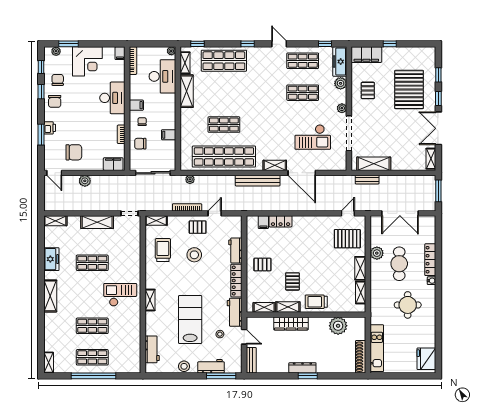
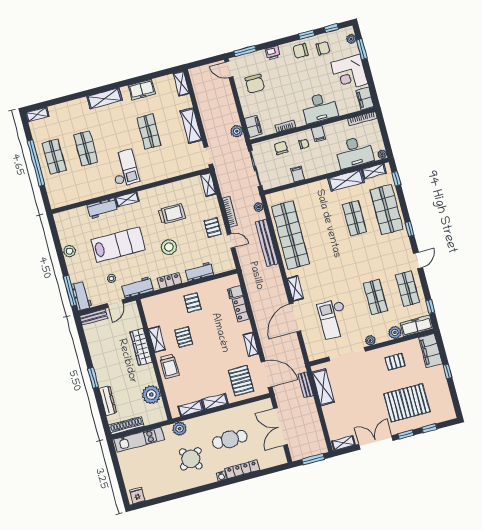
filing cabinet: (120, 53) -> (365, 99), width x2.00
shop shelf: (224, 125) -> (354, 218), moved
window: (41, 135) -> (245, 51), moved
door: (54, 173) -> (229, 69), hinge flipped
plant: (85, 181) -> (237, 131), moved
bench: (258, 181) -> (267, 243), moved
door: (348, 213) -> (267, 374), width x1.88
trolley: (163, 250) -> (172, 214), moved
plant: (377, 253) -> (180, 429), moved
stool: (194, 255) -> (169, 247), moved
locker: (236, 281) -> (170, 281), width x0.66
pallet: (292, 281) -> (184, 337), turned 90
trolley: (316, 302) -> (170, 366), turned 180
round table: (408, 305) -> (191, 459), turned -34
shelving: (264, 307) -> (251, 344), moved
workbench: (152, 349) -> (102, 208), moved
fridge: (426, 359) -> (137, 496), width x0.53, depth x0.75
workbench: (211, 366) -> (82, 296), moved
dresser: (302, 368) -> (108, 401), moved

